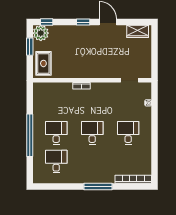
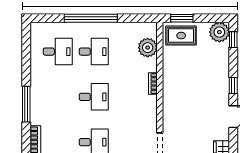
window: (30, 47) -> (182, 18), moved
plant: (53, 90) -> (148, 48), added

